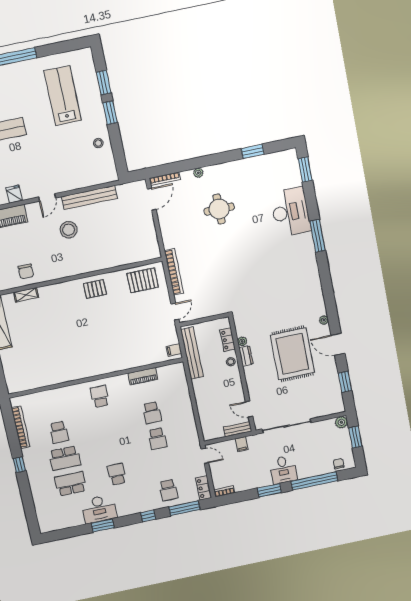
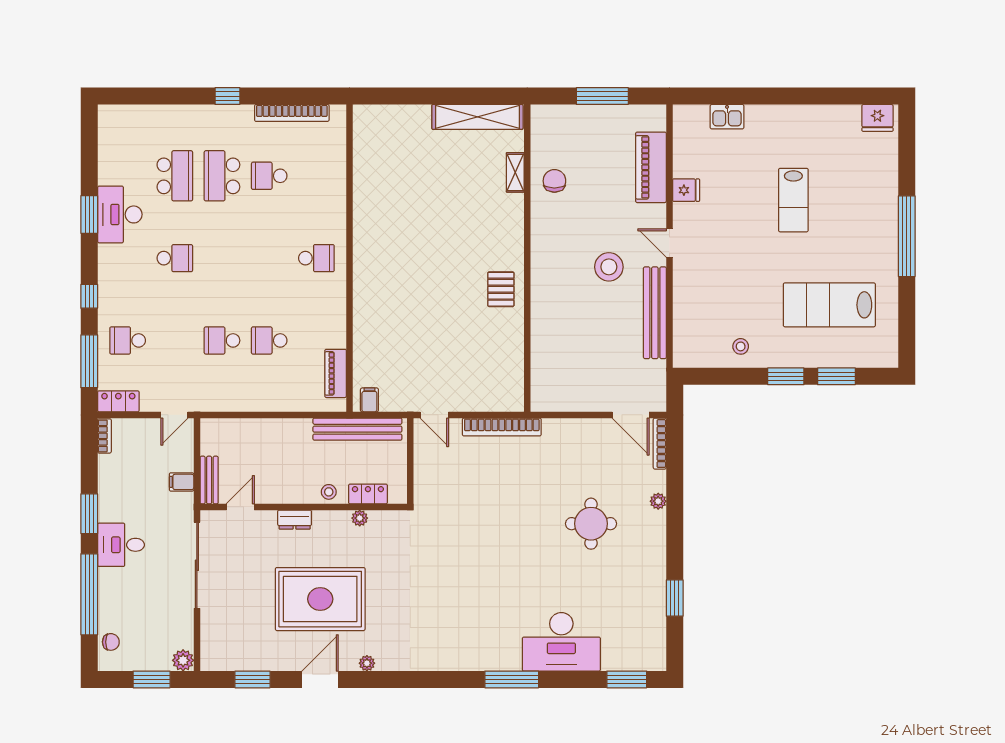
lab bench: (63, 96) -> (829, 305), turned 180
chair: (26, 271) -> (554, 181), turned 90
pallet: (143, 280) -> (499, 372), removed
dresser: (246, 356) -> (295, 520), moved
piano: (143, 376) -> (336, 373), moved

